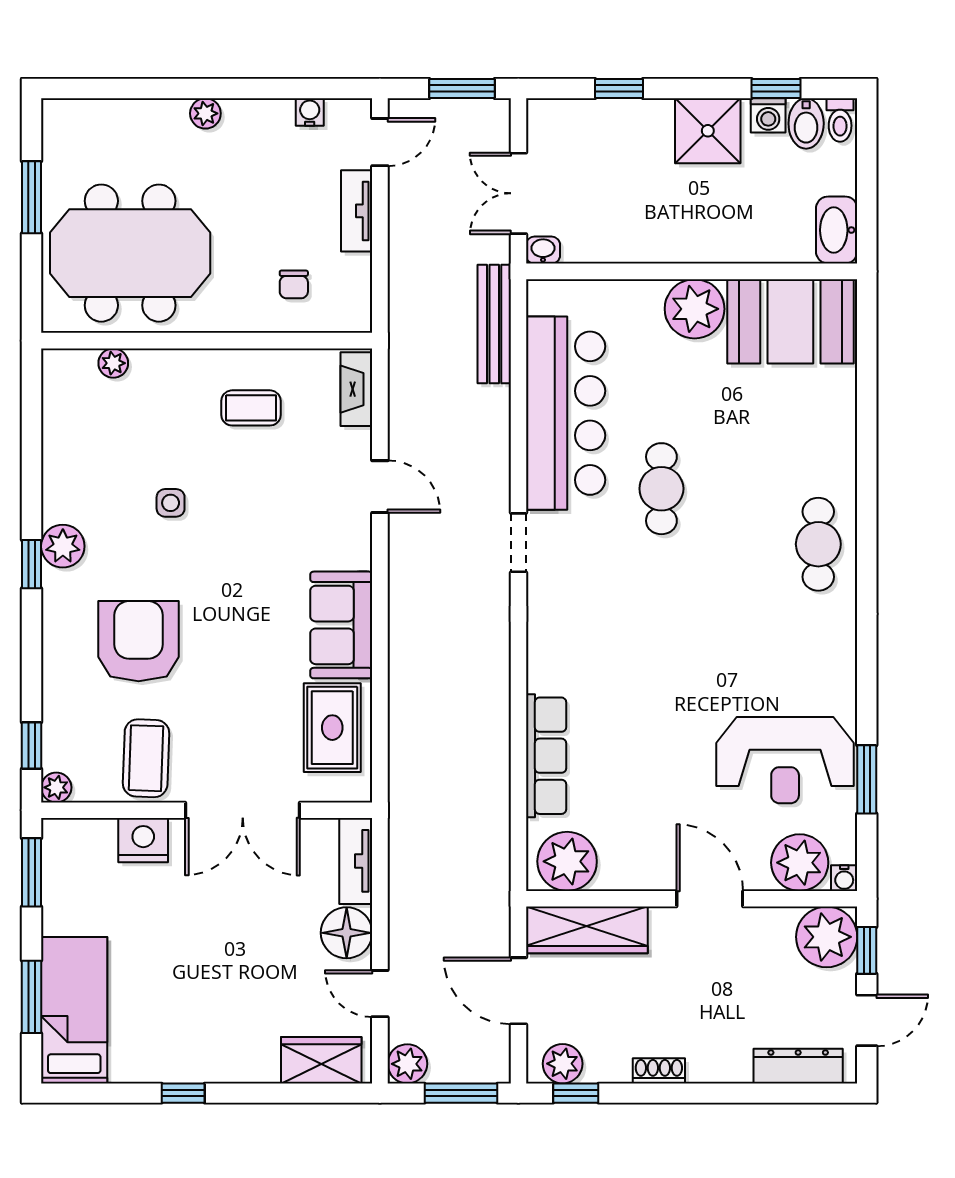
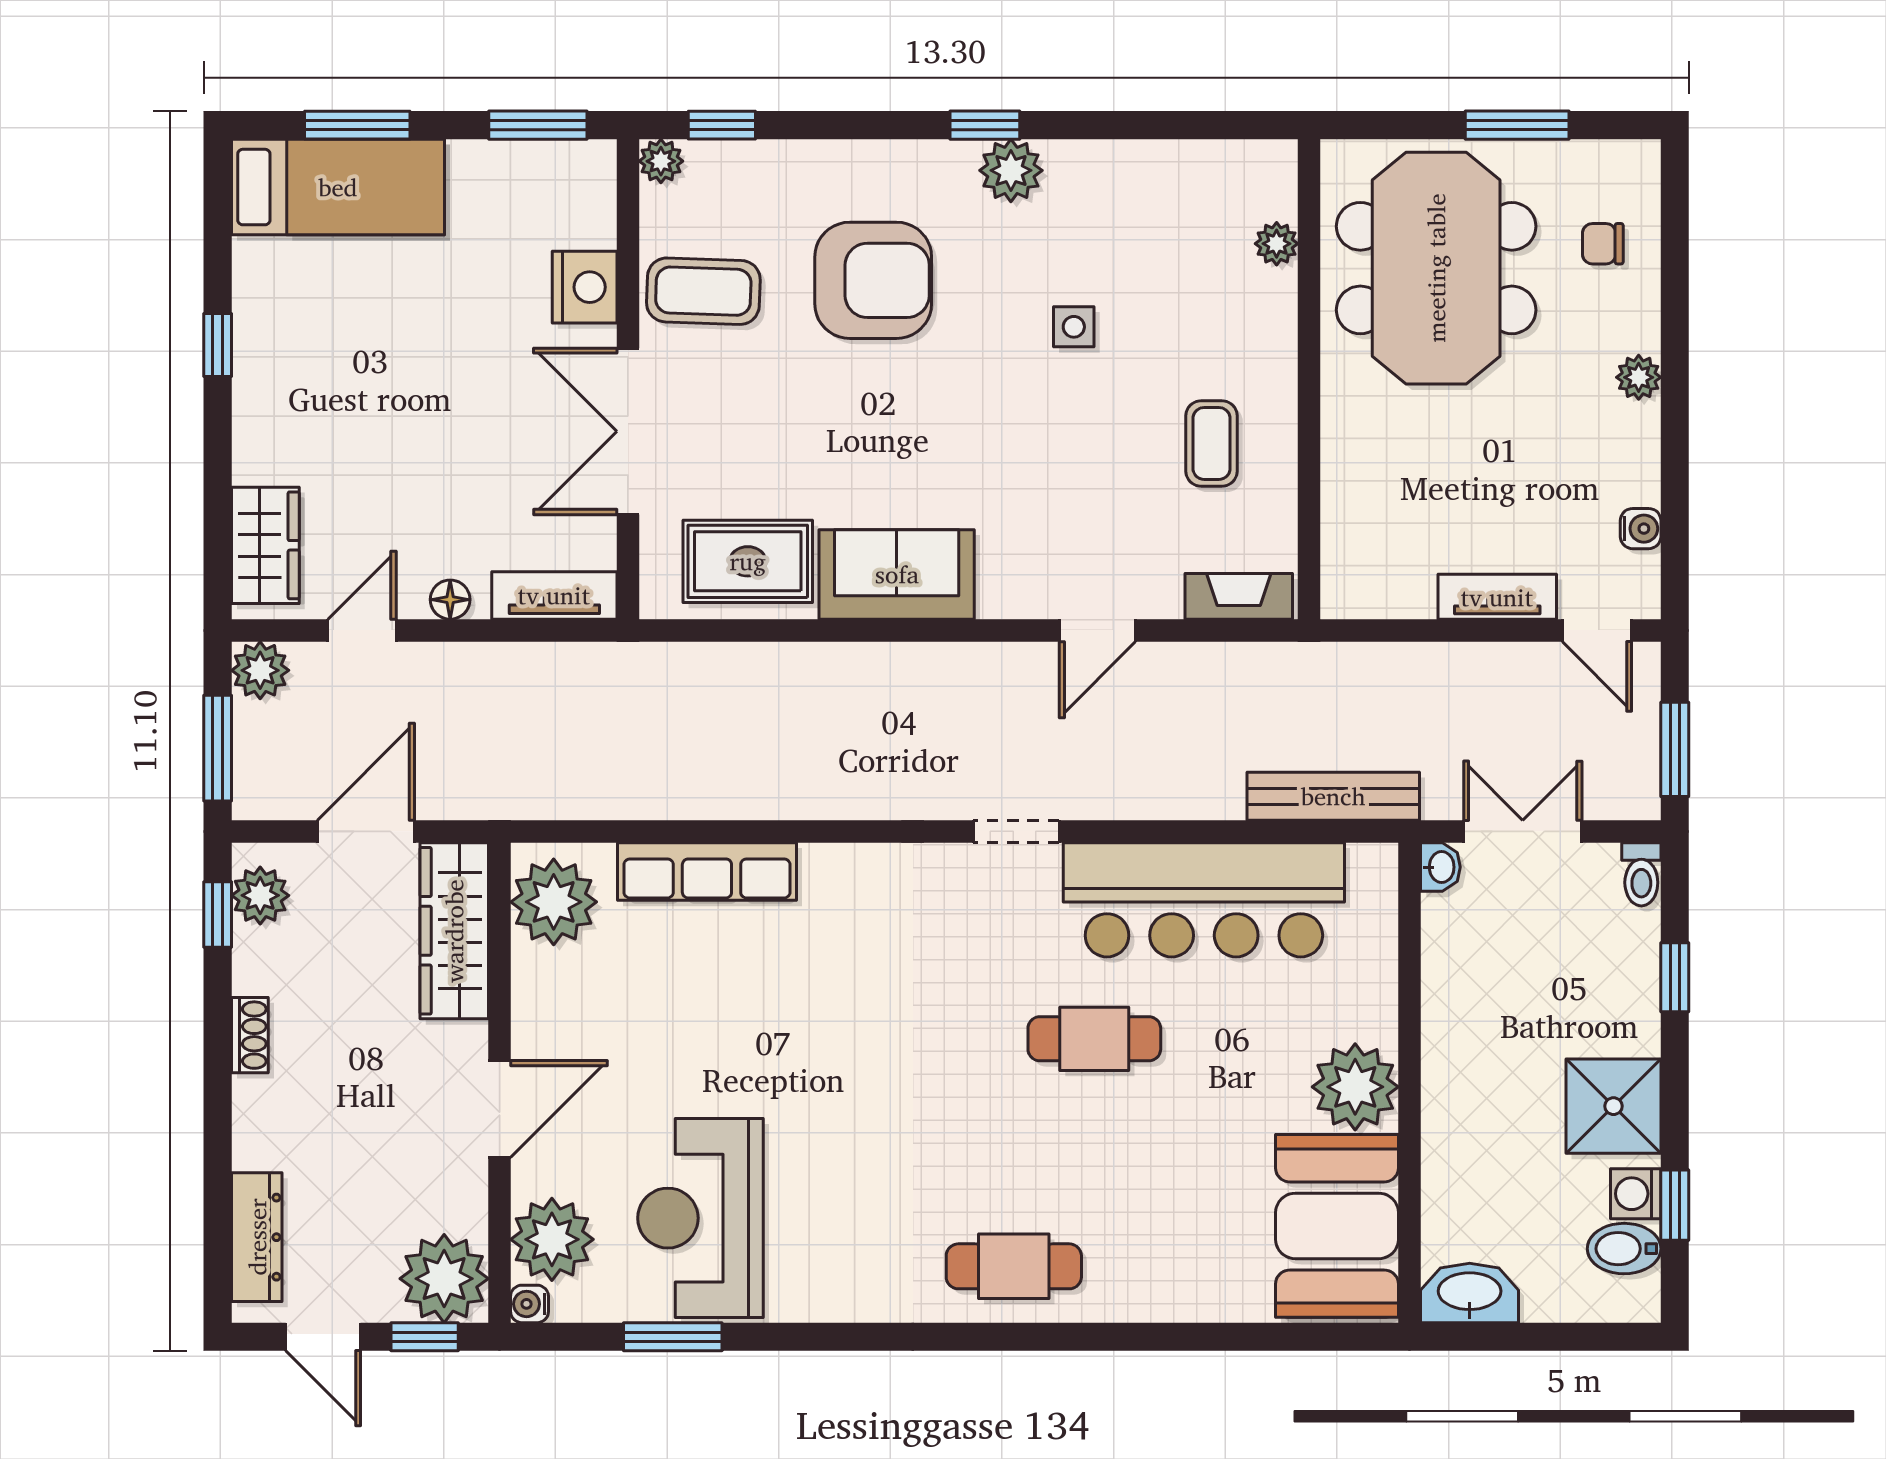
toilet: (840, 120) -> (1641, 874), moved, turned -90
chair: (294, 284) -> (1603, 244), moved
floor lamp: (347, 933) -> (450, 600), width x0.53, depth x0.53

